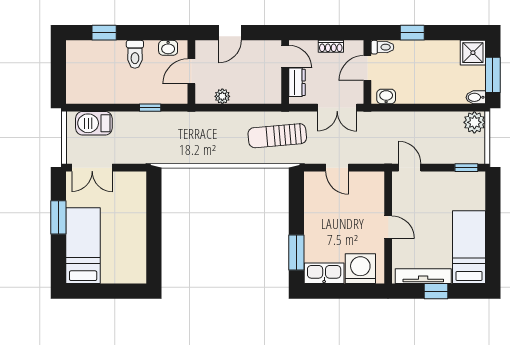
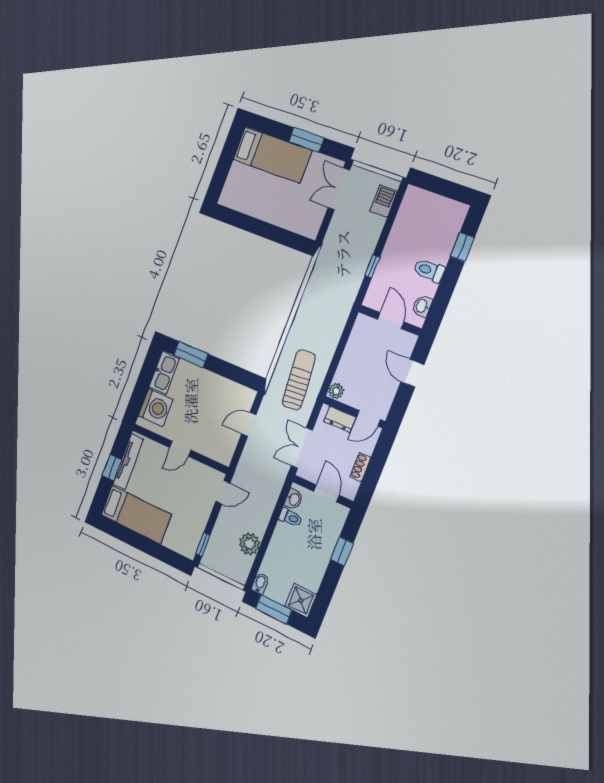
toilet: (382, 47) -> (291, 518), moved, turned -90
plant: (222, 96) -> (336, 391), moved
plant: (474, 122) -> (249, 544), moved
barbecue: (94, 123) -> (384, 201), width x0.73, depth x0.79

